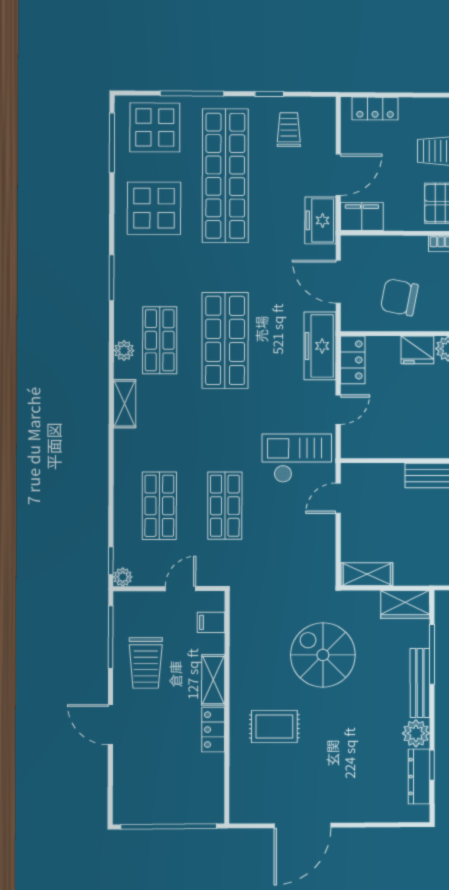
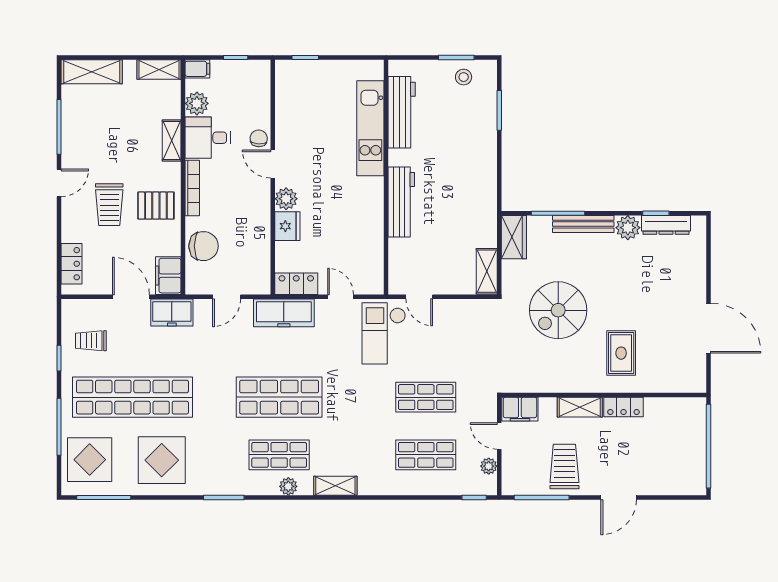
door: (338, 282) -> (227, 297), width x0.73
chair: (399, 297) -> (204, 246), moved, turned -101
plant: (123, 577) -> (489, 466), moved
filing cabinet: (211, 622) -> (520, 409), width x2.00
trolley: (146, 663) -> (564, 467), turned -90

